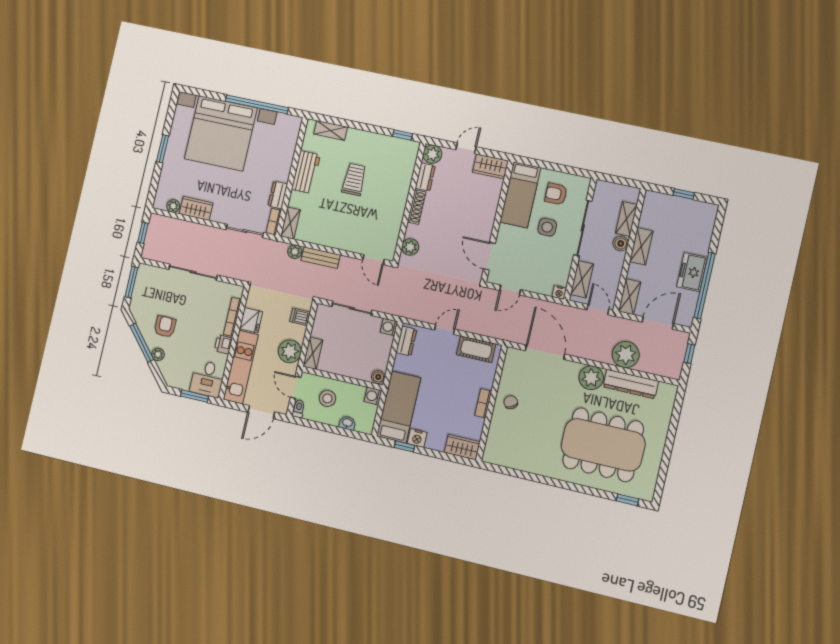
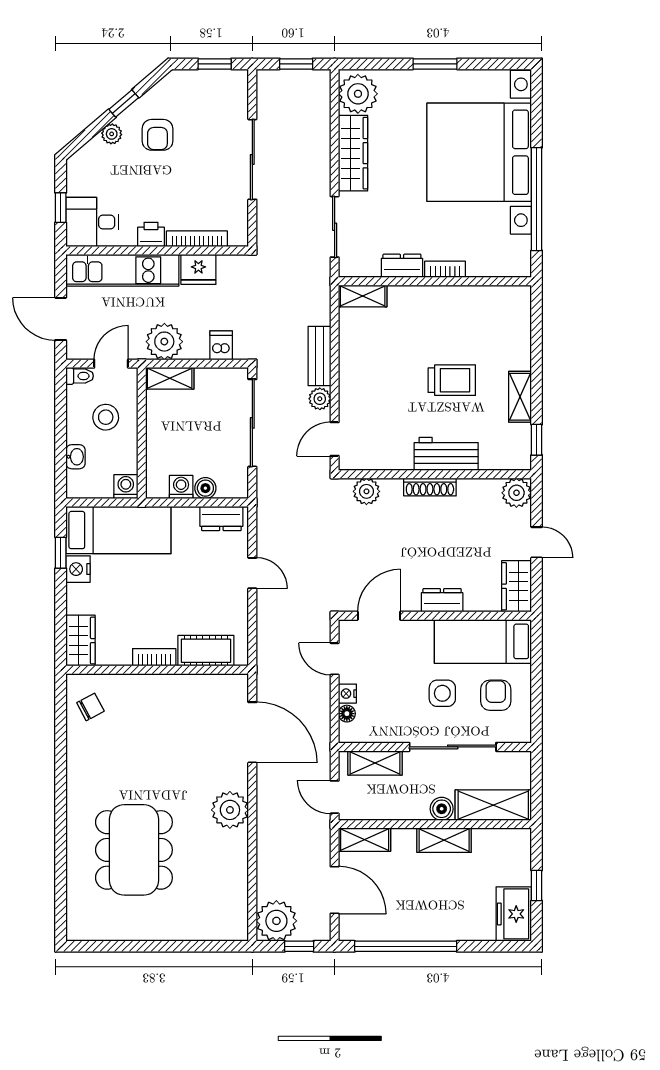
shelving: (331, 130) -> (520, 397), moved
workbench: (306, 172) -> (446, 454), moved, turned 180
dresser: (425, 177) -> (442, 600), moved, turned 180
plant: (173, 206) -> (358, 94), width x1.87, depth x1.87
wardrobe: (196, 208) -> (353, 153), width x1.50
shelving: (626, 219) -> (493, 805), width x1.50, depth x1.33
bookcase: (274, 222) -> (445, 269), moved
plant: (295, 252) -> (320, 399), moved
freezer: (692, 272) -> (514, 914), moved, turned -90
window: (131, 282) -> (215, 64), width x0.67
floor lamp: (546, 290) -> (347, 714), added
nightstand: (559, 292) -> (347, 694), moved
sliding door: (352, 308) -> (252, 423), width x1.37
door: (598, 310) -> (335, 797), swing flipped
armchair: (165, 327) -> (157, 135), turned 90
washing machine: (389, 327) -> (181, 487), moved
window: (142, 343) -> (124, 103), width x0.46
cot: (476, 349) -> (206, 651), moved, turned 90
door: (545, 352) -> (252, 732), hinge flipped
plant: (626, 355) -> (276, 921), moved
boiler: (378, 377) -> (205, 488), moved
dresser: (631, 384) -> (234, 870), removed
window: (194, 396) -> (61, 208), width x0.67
chair: (511, 402) -> (90, 707), moved
dining table: (603, 445) -> (134, 850), width x0.73, depth x0.80
window: (628, 500) -> (61, 904), removed

